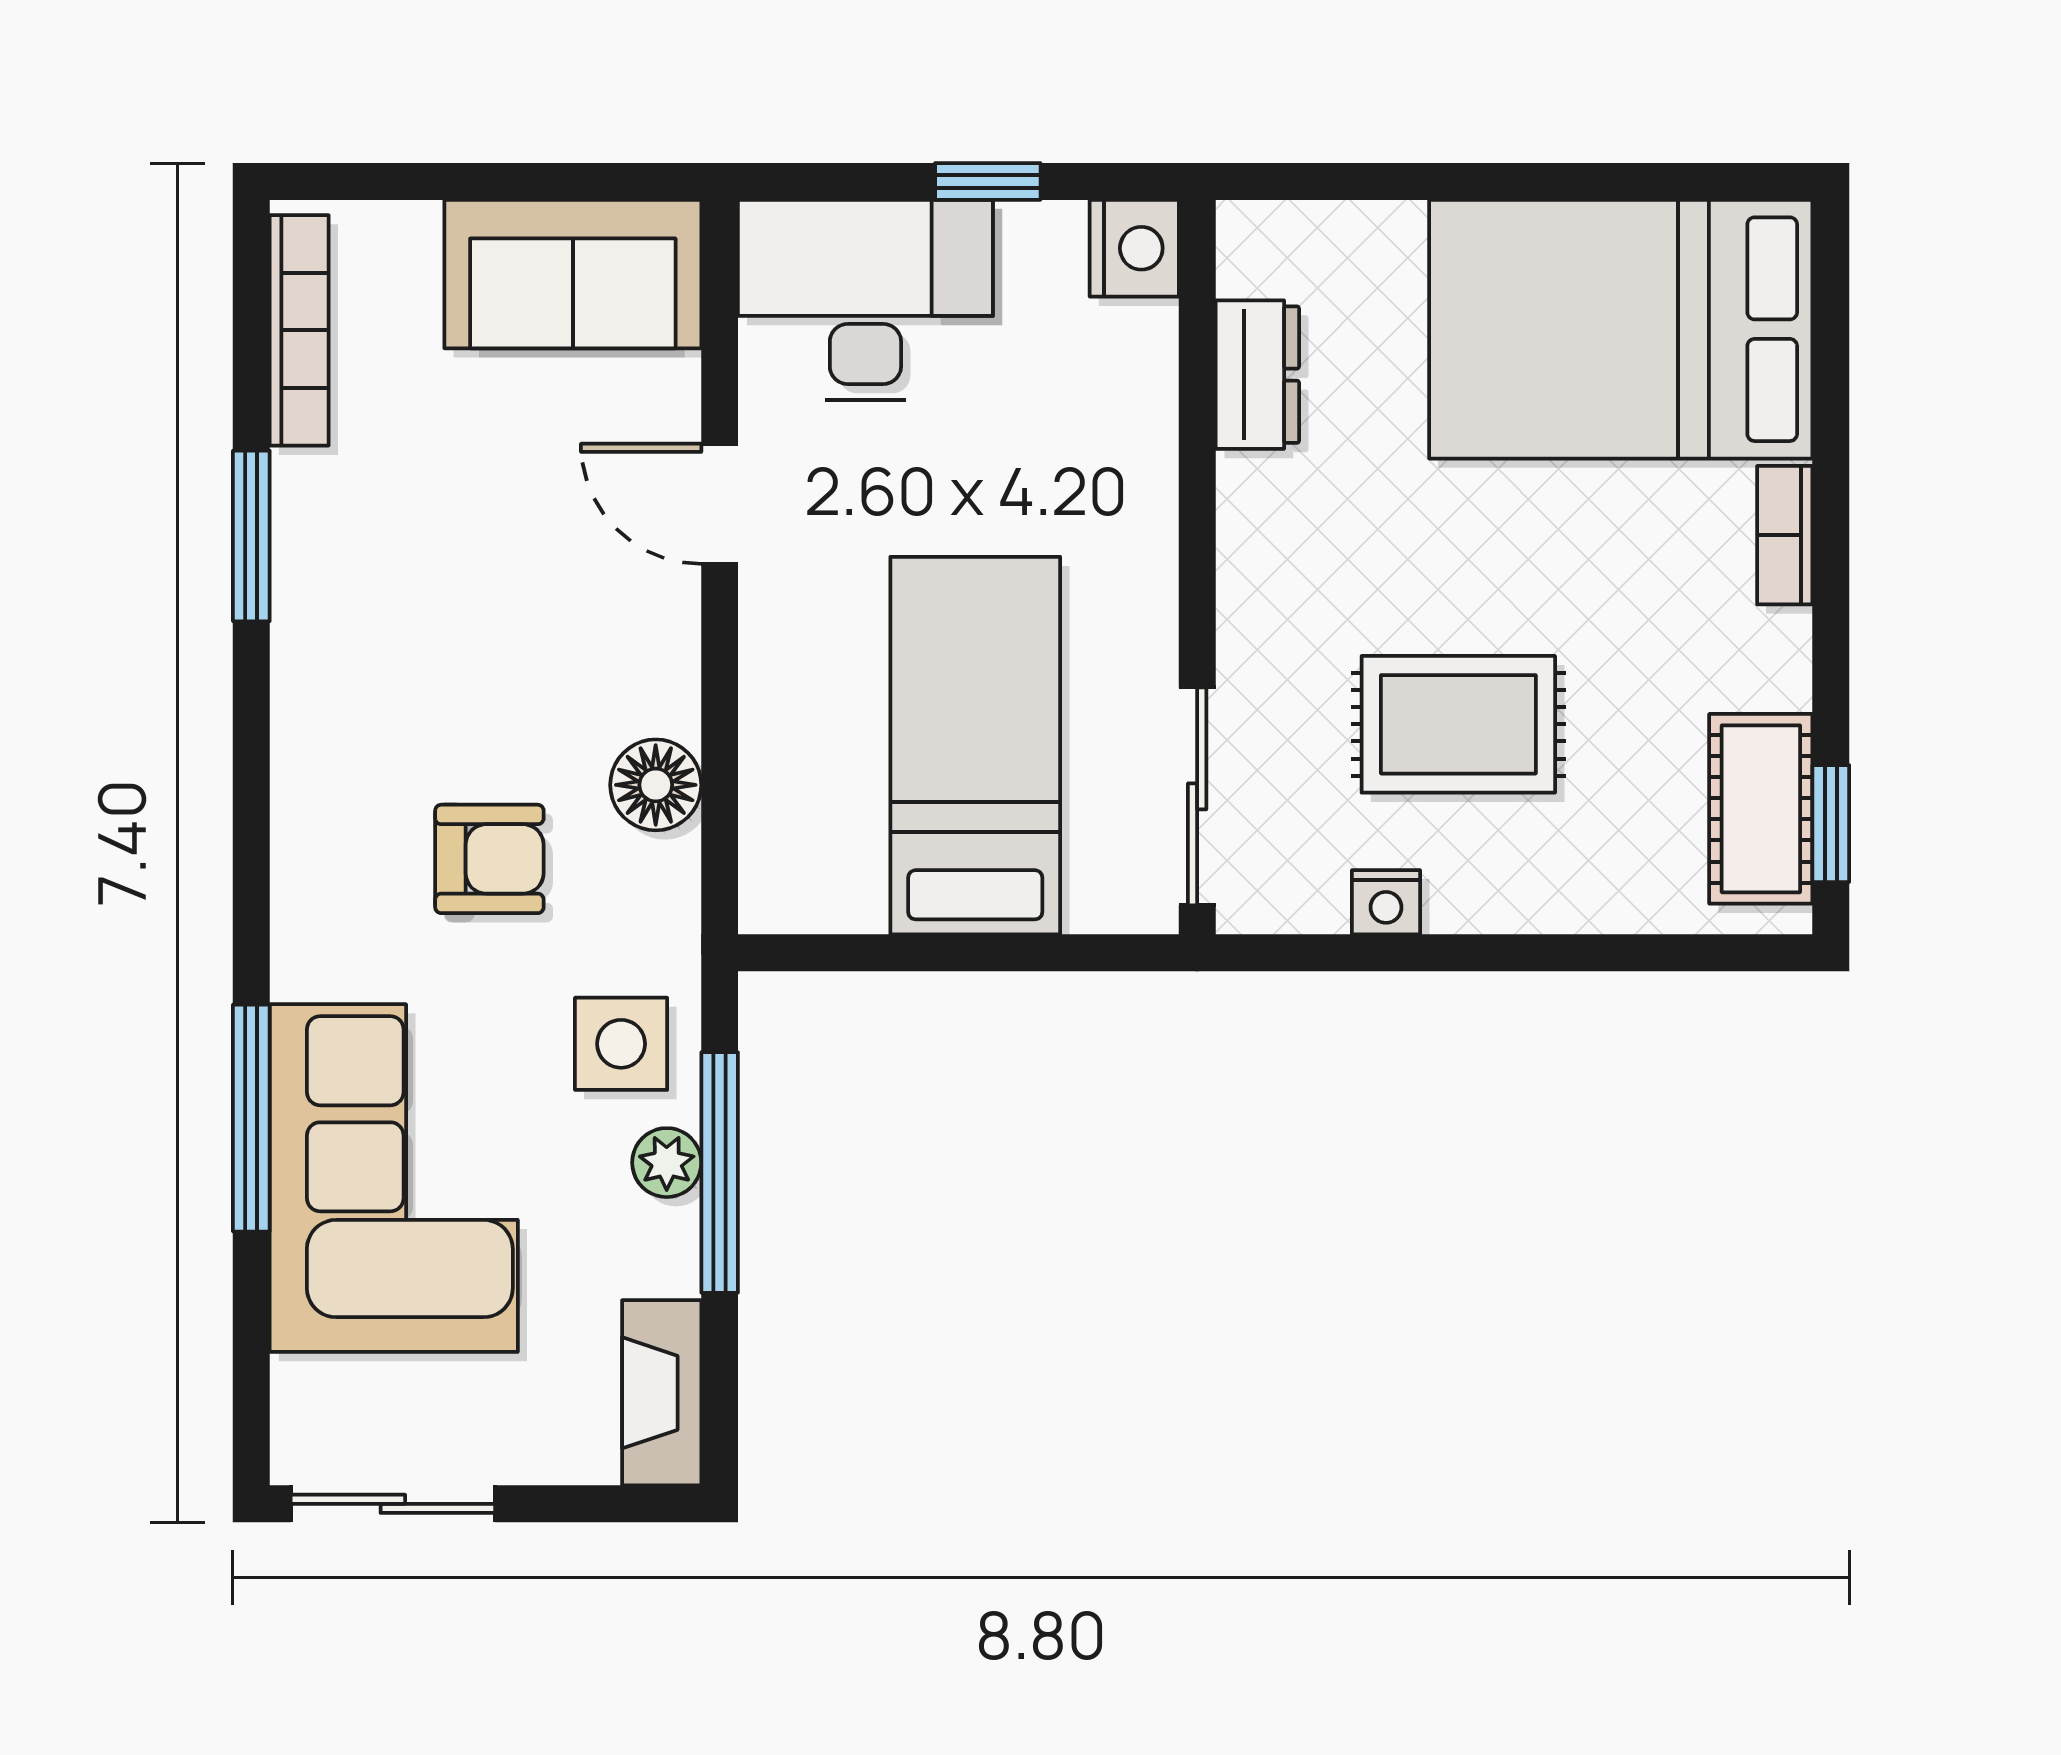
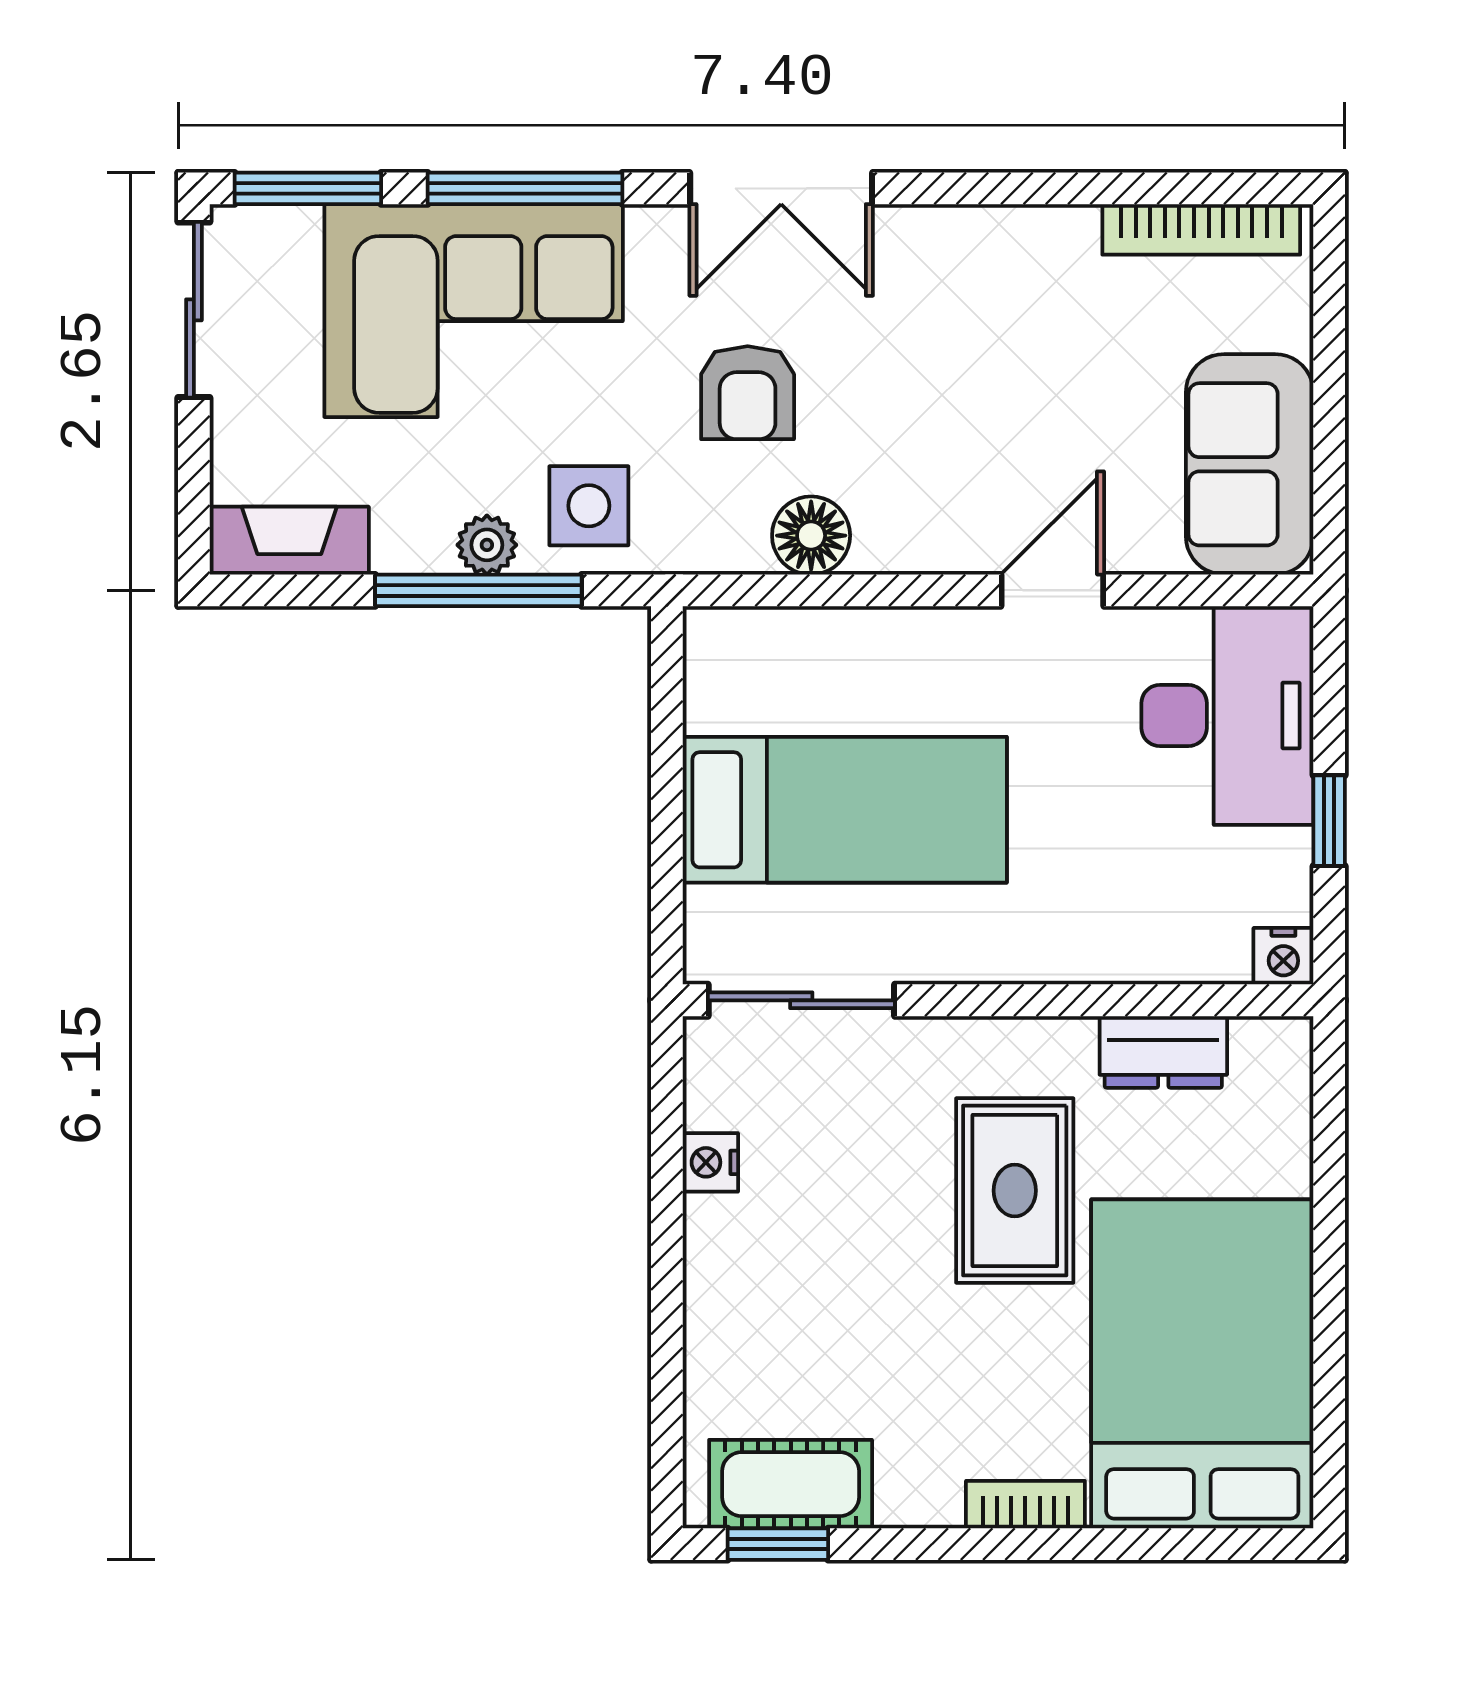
nightstand: (1134, 248) -> (1283, 956), width x0.72, depth x0.74
window: (251, 536) -> (308, 188), moved
rug: (1458, 724) -> (1015, 1191), moved
double door: (251, 820) -> (781, 188), added

